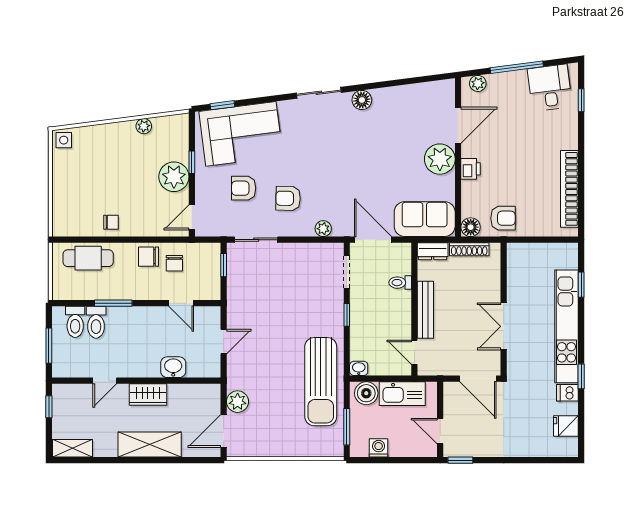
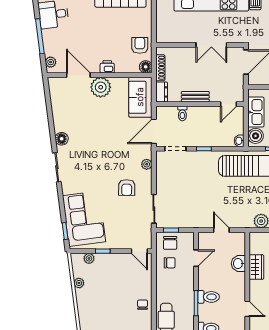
plant: (174, 177) -> (89, 258), moved, width x0.53, depth x0.53
armchair: (244, 188) -> (120, 217), removed
chair: (149, 257) -> (170, 243), moved
bench: (425, 310) -> (195, 97), width x0.73
toilet: (96, 322) -> (209, 297), moved
wardrobe: (148, 394) -> (256, 267), moved

